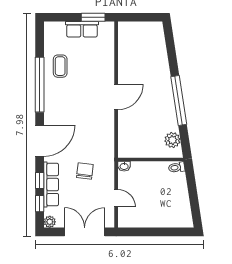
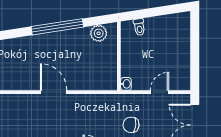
toilet: (177, 167) -> (139, 27), moved

